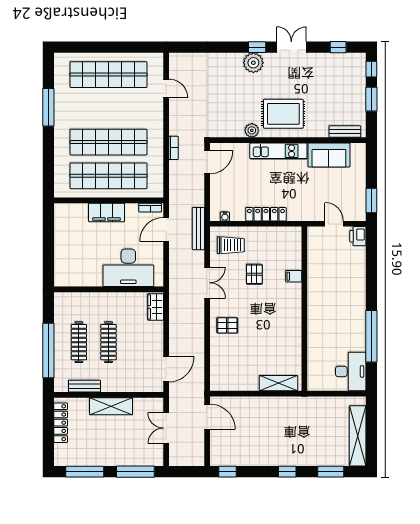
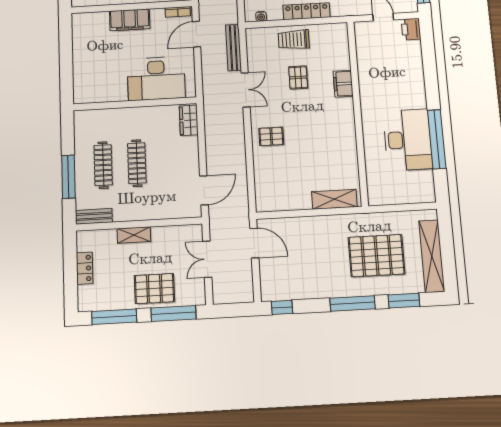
bench: (198, 229) -> (233, 48), moved
trolley: (231, 245) -> (294, 40), moved, turned 180
filing cabinet: (294, 276) -> (343, 84), width x2.00
window: (48, 351) -> (68, 177), width x0.68
desk: (351, 371) -> (408, 140), moved, width x1.36, depth x1.30
bench: (85, 386) -> (94, 216), moved
shelving: (111, 406) -> (134, 235), width x0.67, depth x0.75
locker: (61, 423) -> (85, 268), width x0.66
pallet: (311, 433) -> (376, 256), added
pallet: (120, 450) -> (154, 289), added
window: (287, 472) -> (352, 303), width x2.17

